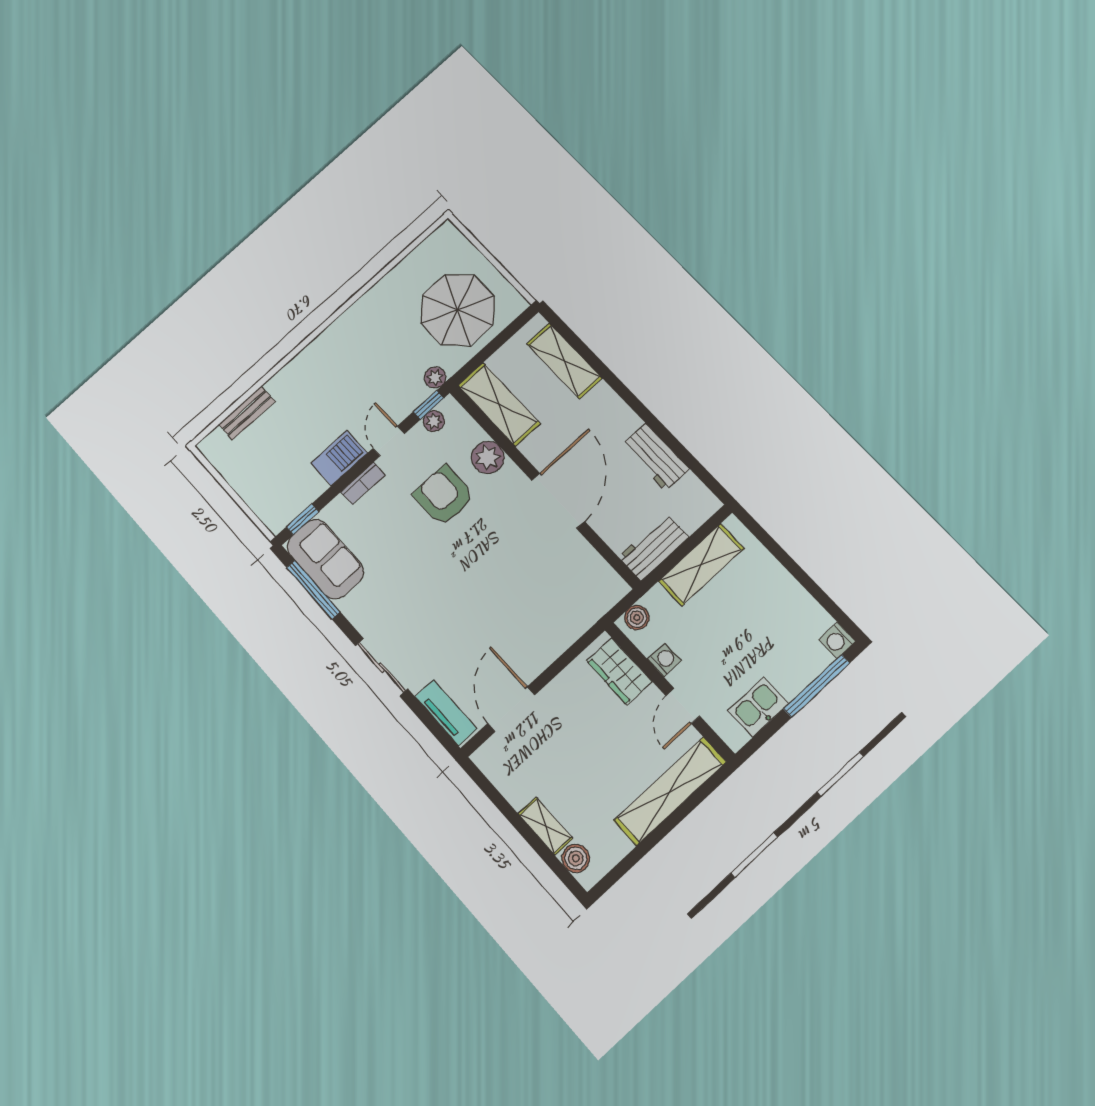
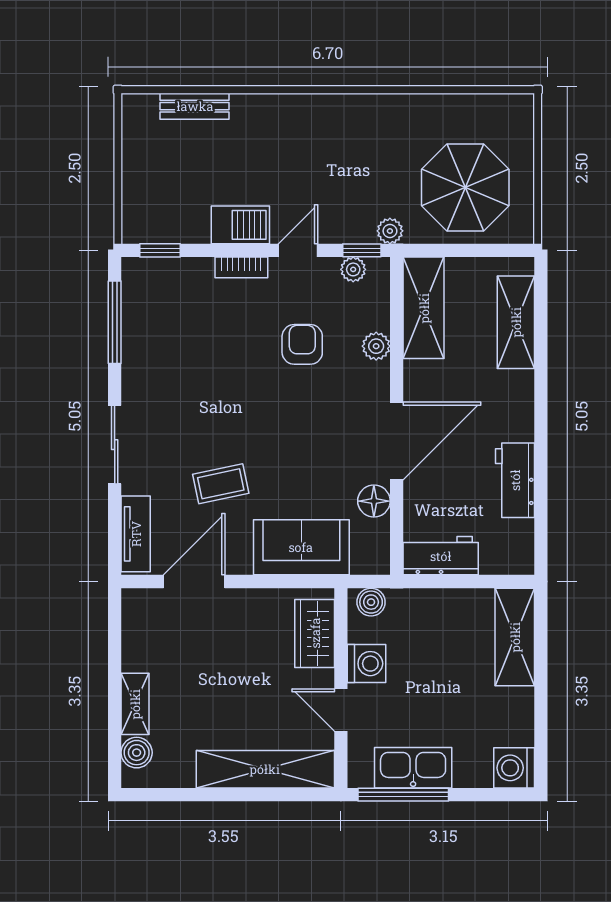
plant: (488, 457) -> (376, 346), width x0.73, depth x0.73
armchair: (444, 496) -> (302, 344), width x0.72, depth x0.72
floor lamp: (579, 552) -> (374, 501), added
sofa: (325, 559) -> (301, 547), moved, turned -90
shelving: (701, 565) -> (515, 637), moved, turned 90
coffee table: (472, 630) -> (221, 484), added
washing machine: (837, 640) -> (514, 768), width x1.38, depth x1.38
washing machine: (664, 660) -> (367, 664), width x1.38, depth x1.38
window: (817, 686) -> (403, 795), moved
door: (683, 706) -> (341, 710), hinge flipped
kitchen sink: (758, 707) -> (413, 768), width x1.38

